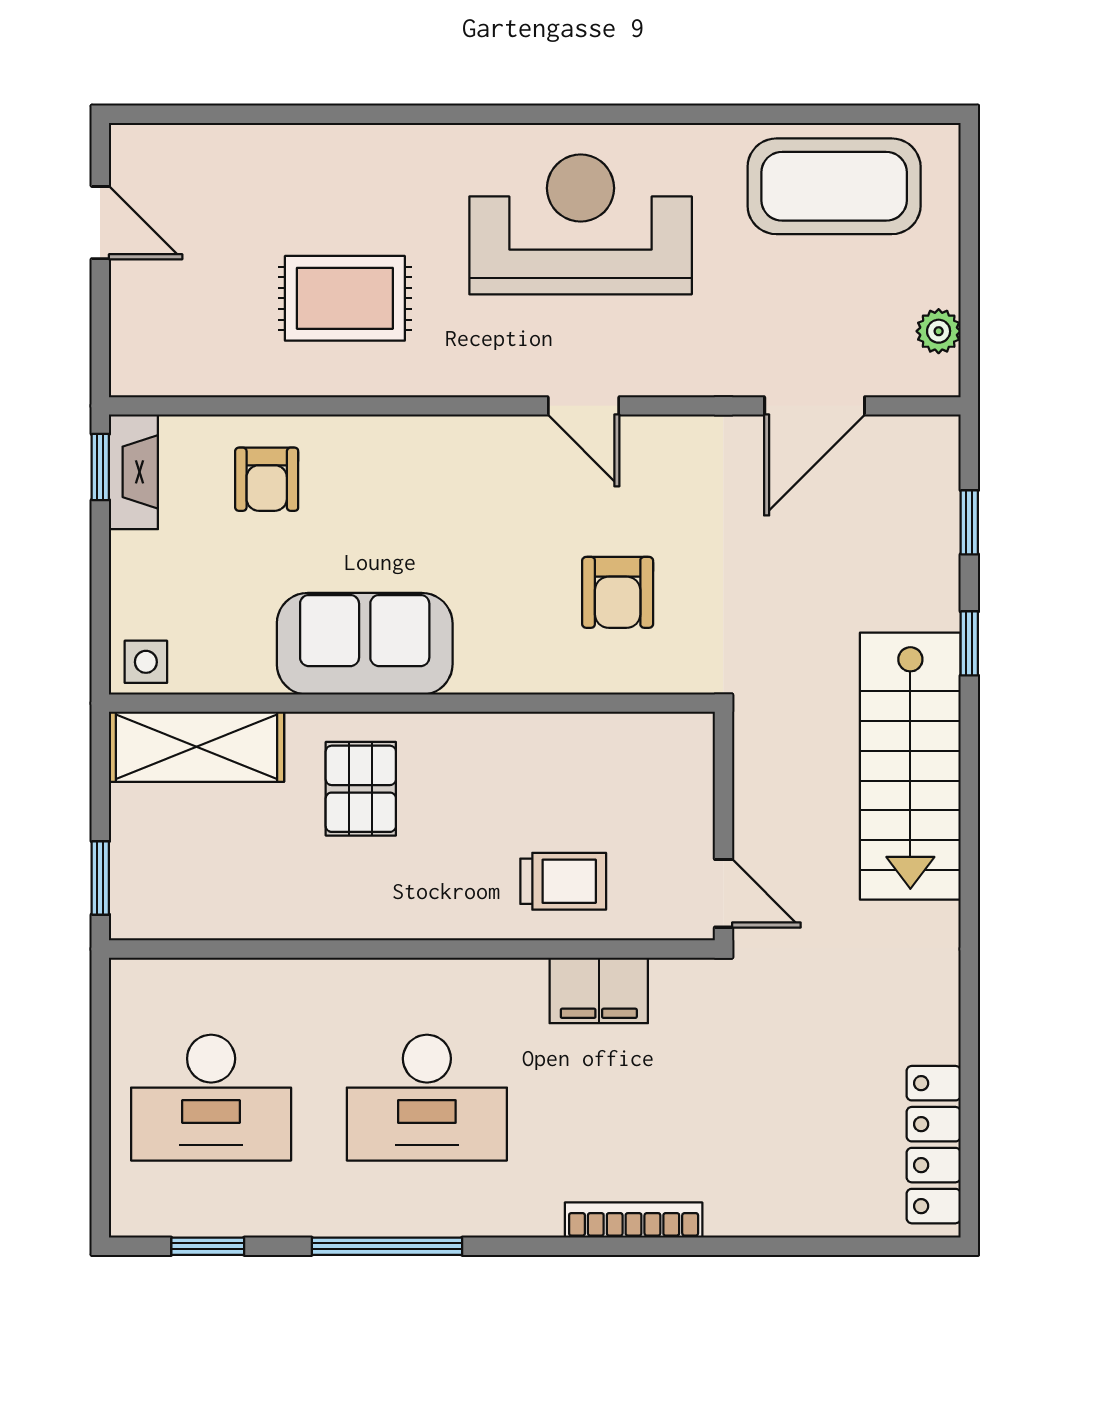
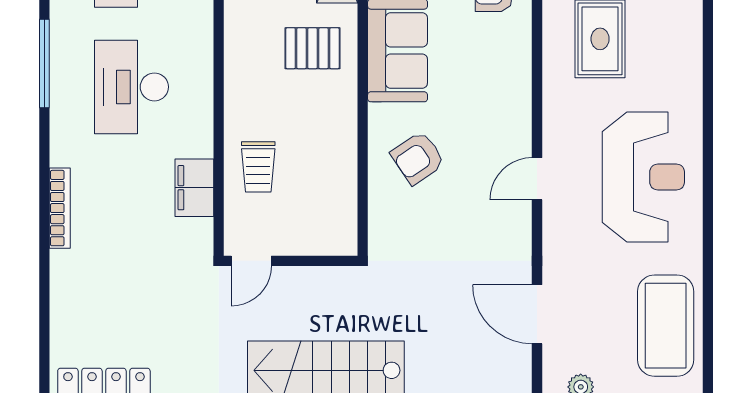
armchair: (618, 592) -> (418, 158), moved, turned -34

